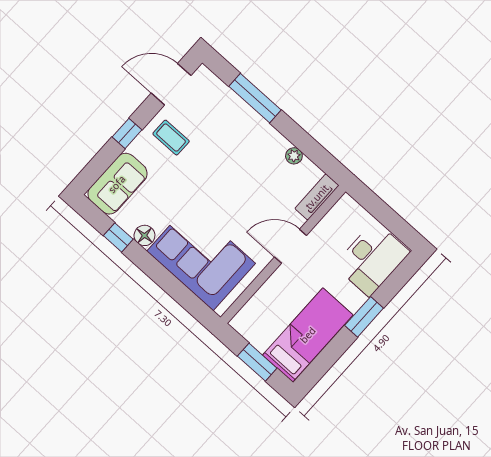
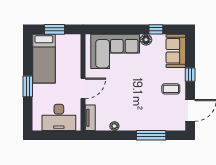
desk: (372, 259) -> (59, 117), moved, turned -90

